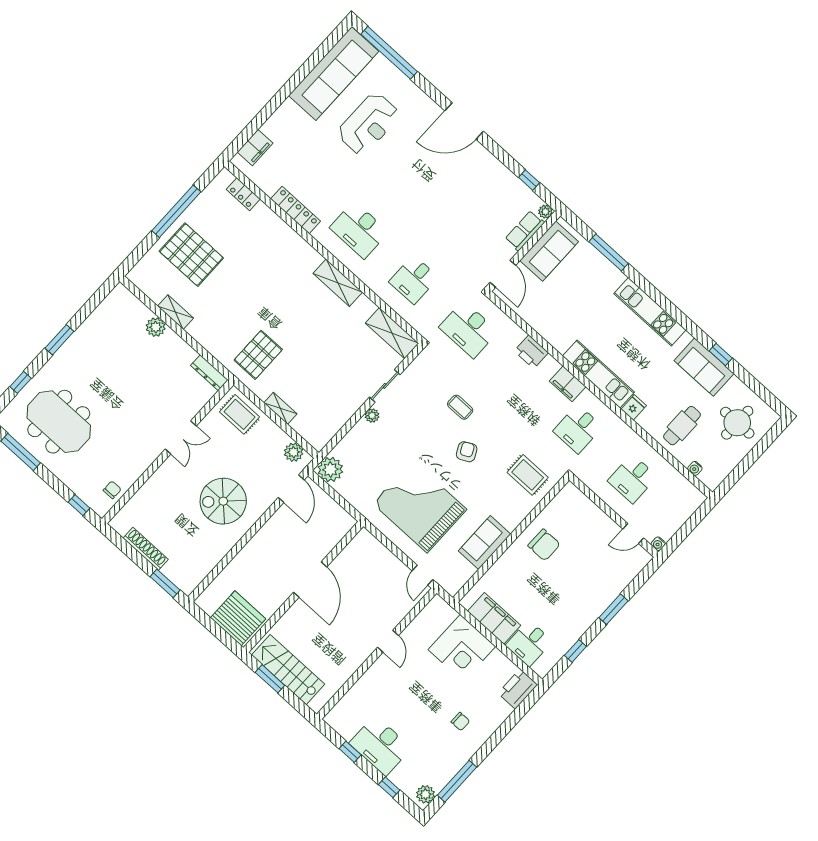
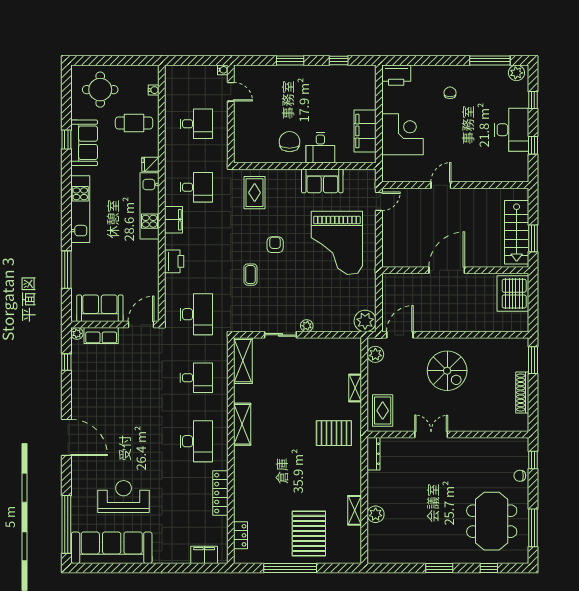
armchair: (467, 452) -> (275, 245), turned 117
chair: (112, 490) -> (520, 476), moved
desk: (529, 643) -> (320, 148), moved, turned 90

